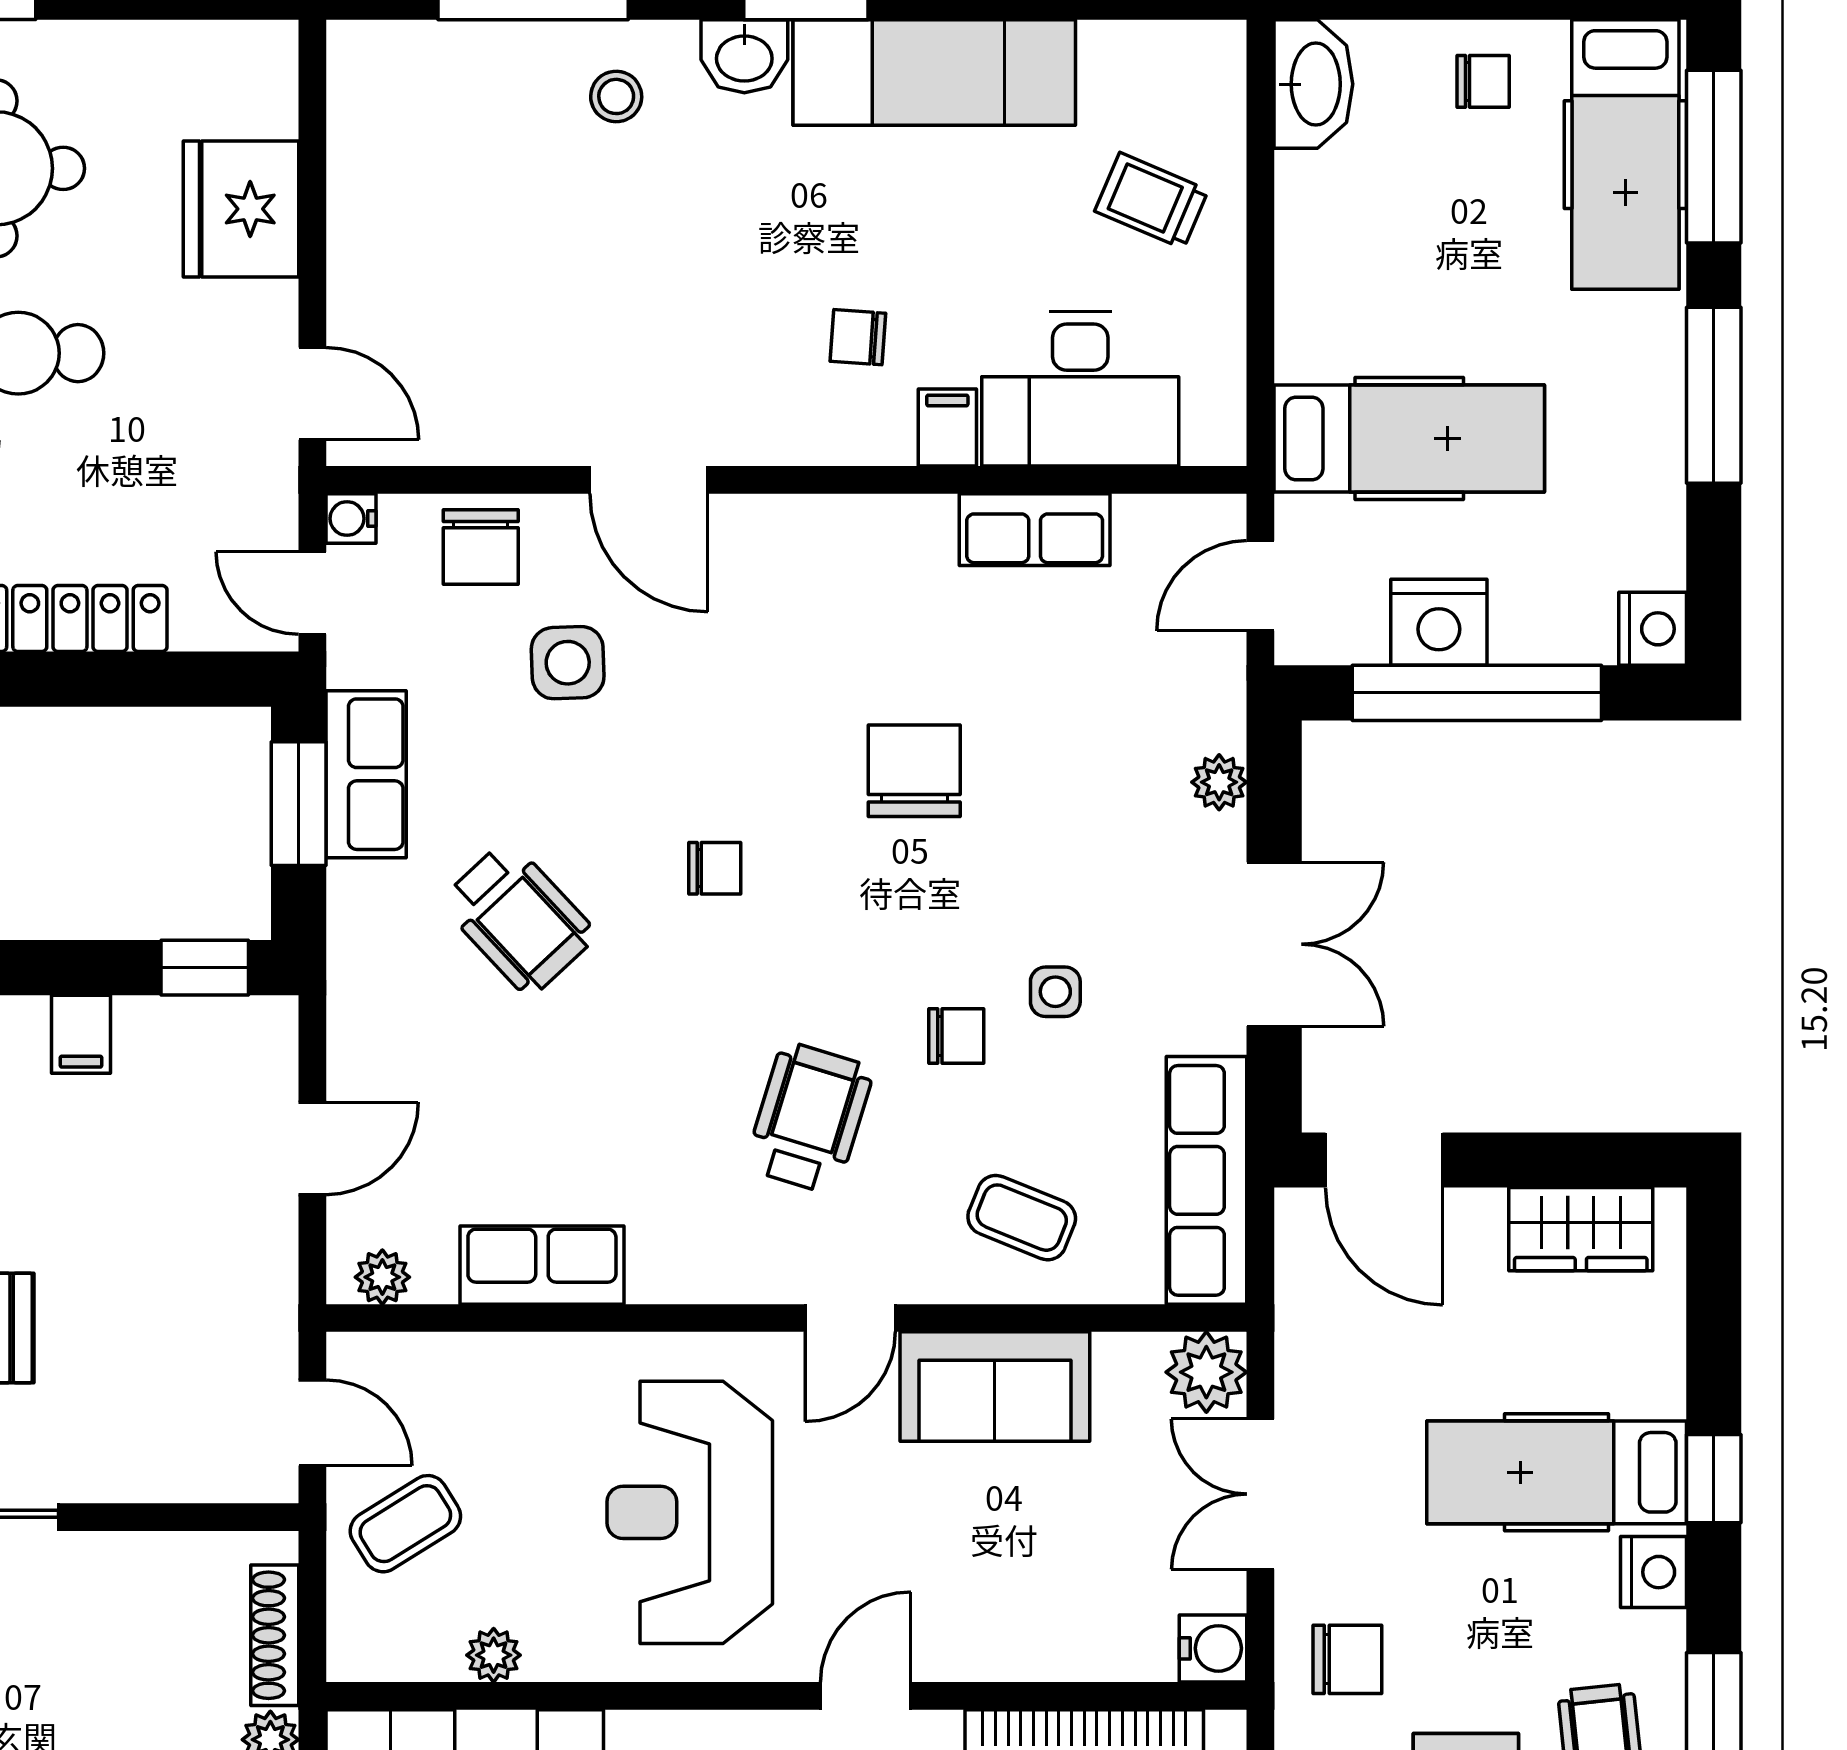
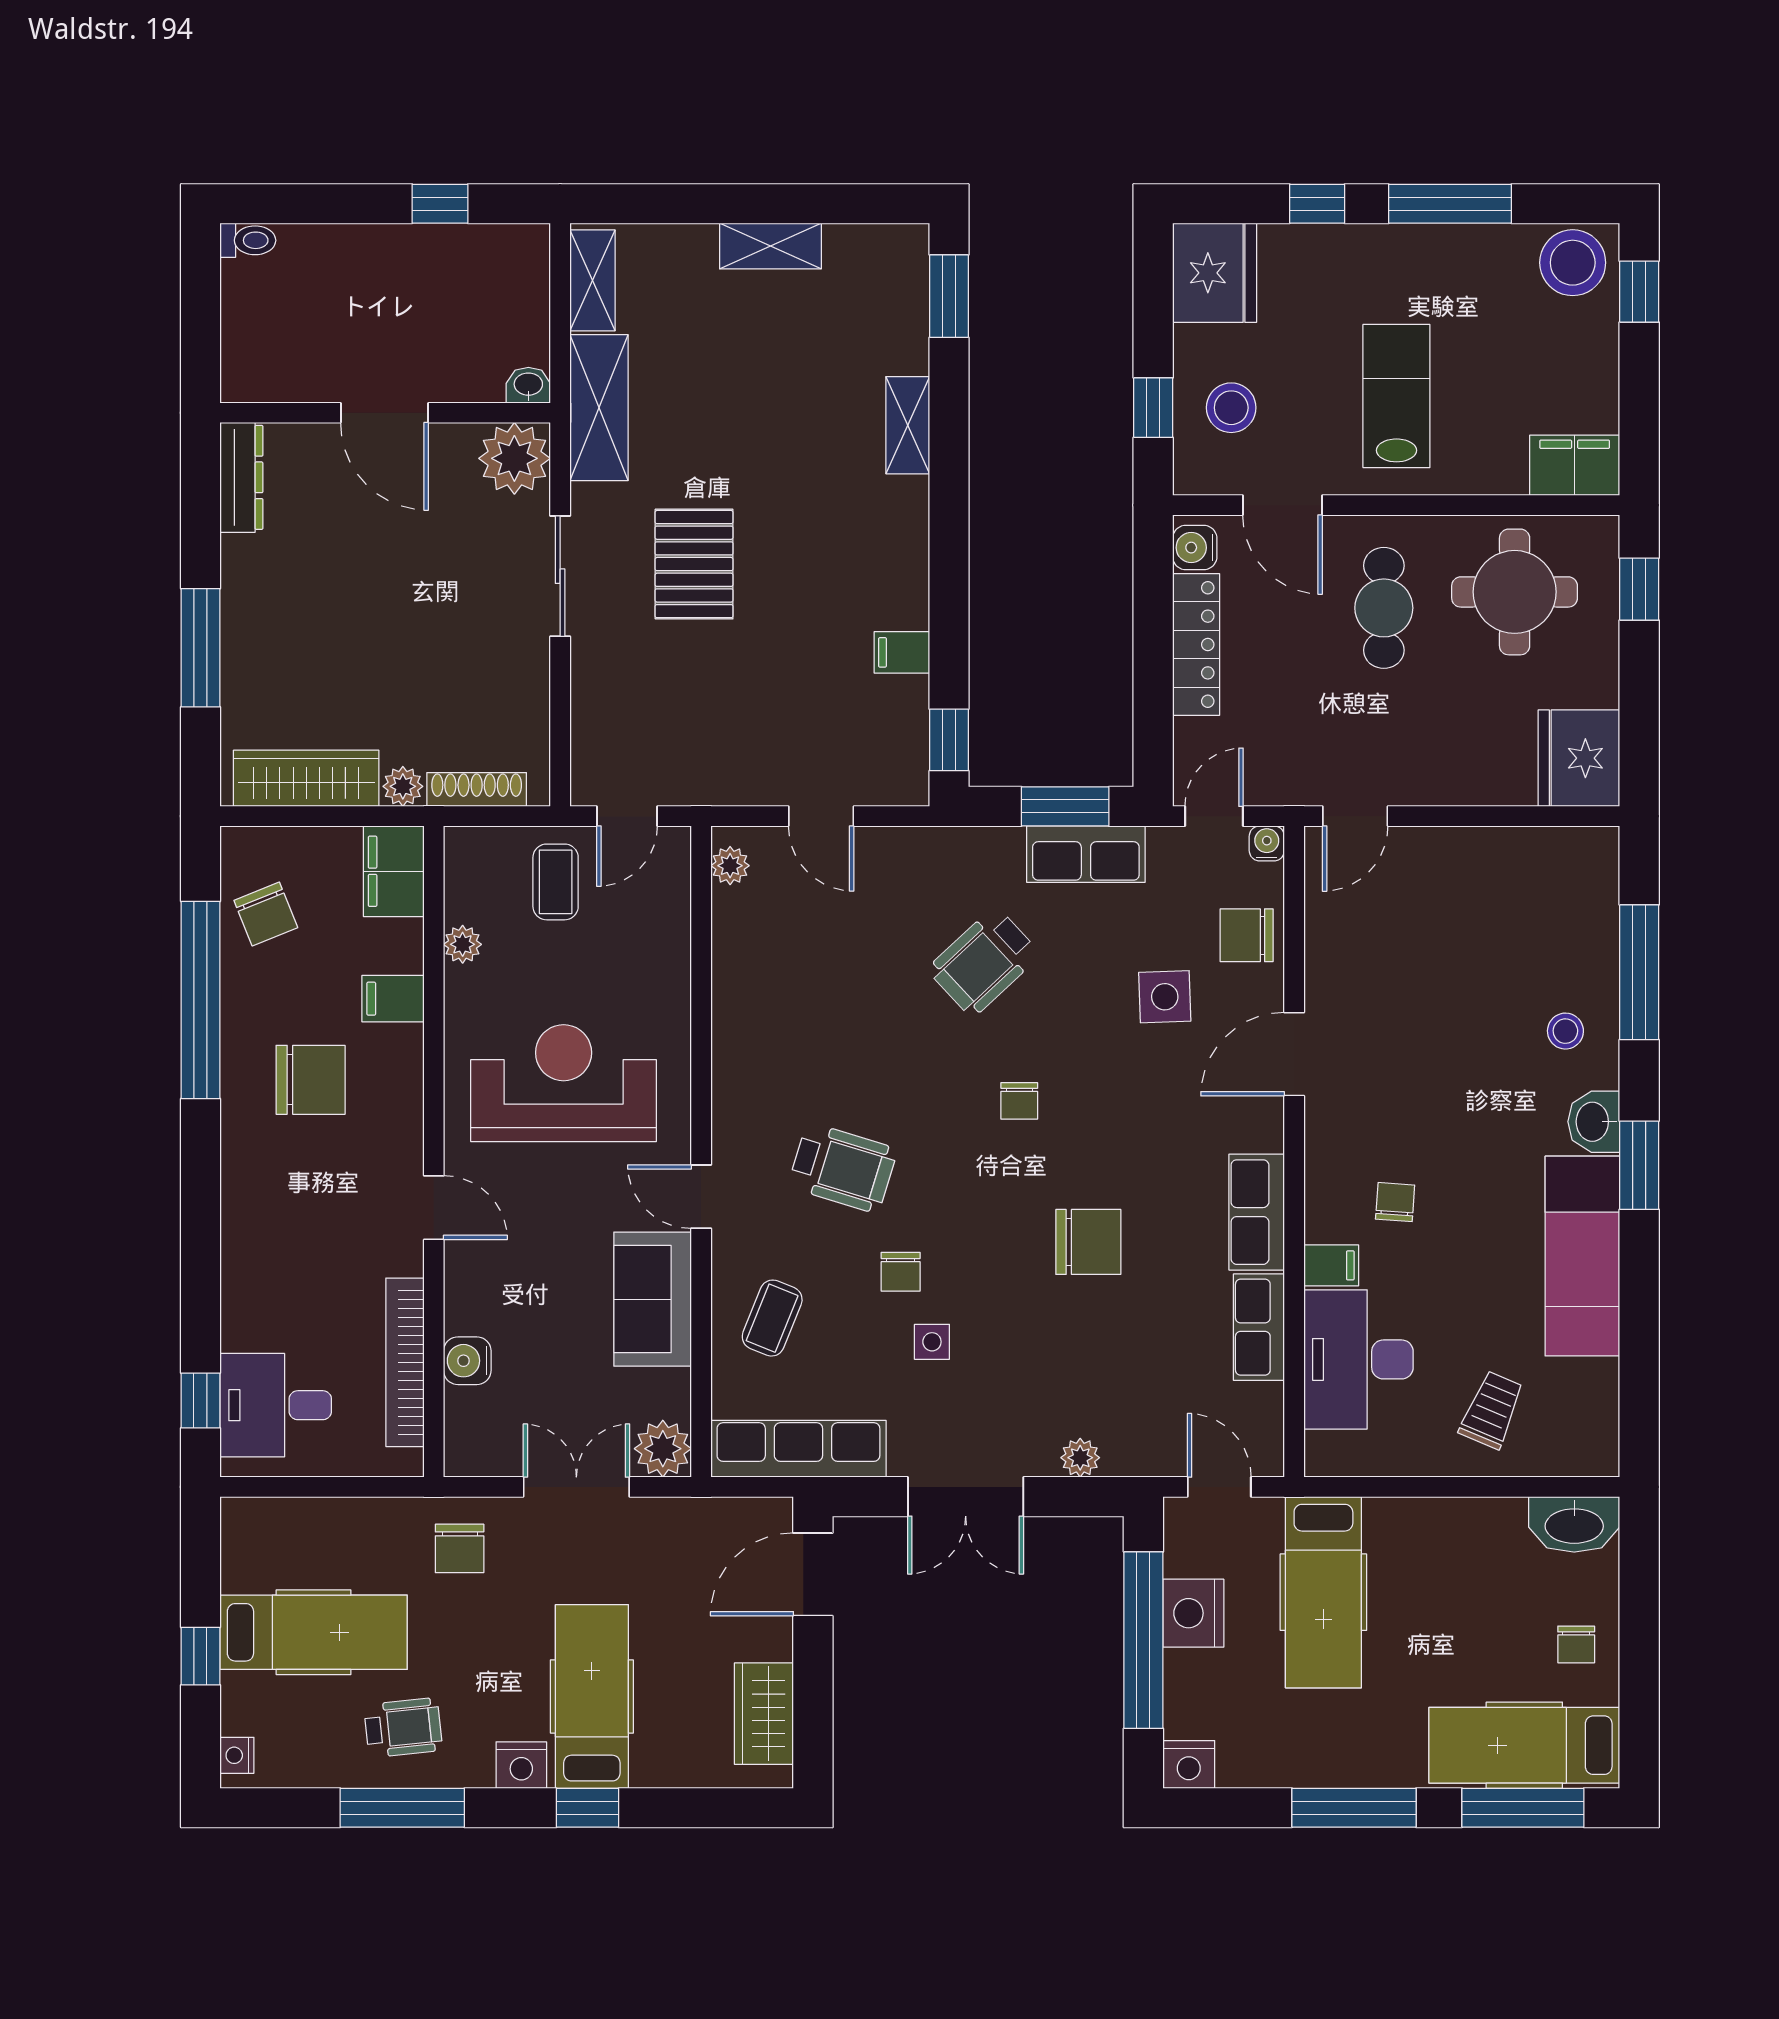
fridge: (241, 209) -> (1579, 758), moved, turned -90
row of seats: (542, 1265) -> (1257, 1212), moved, turned 180
coffee table: (405, 1524) -> (556, 882), turned 32
water cooler: (1213, 1648) -> (467, 1361), moved, turned 90

